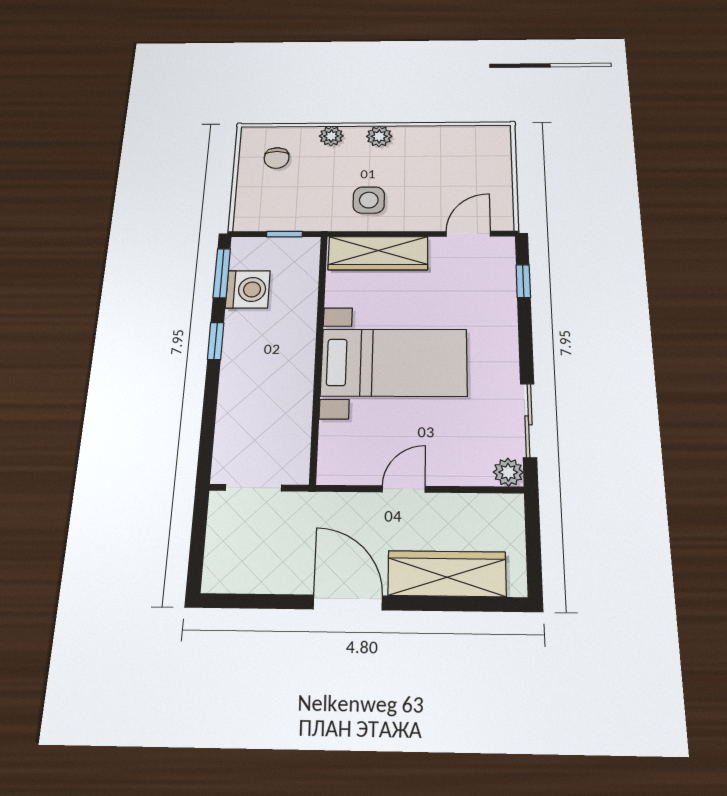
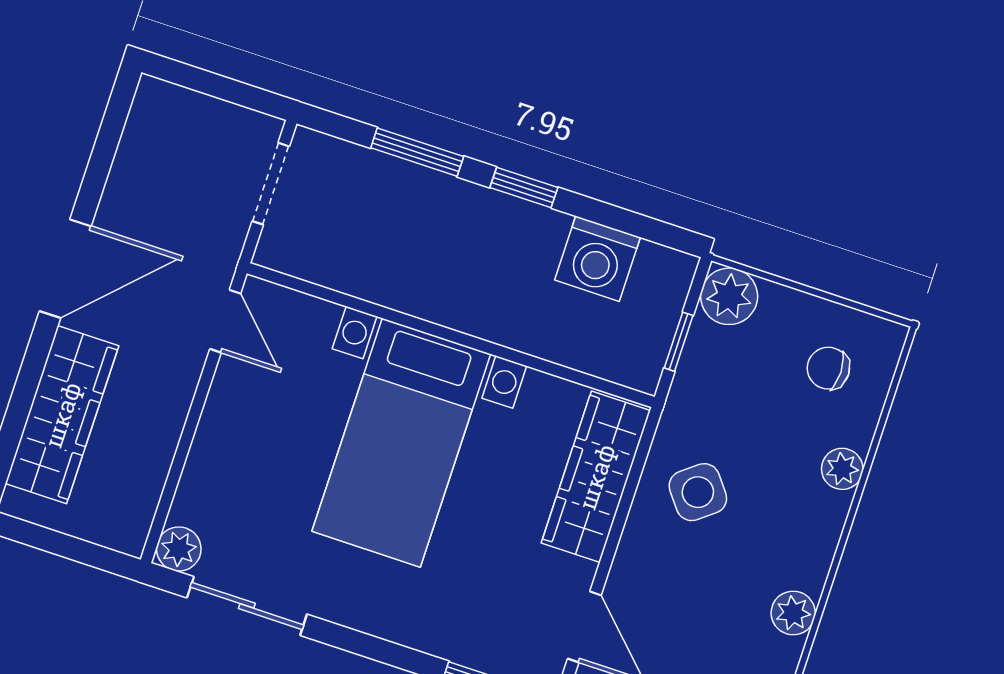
plant: (379, 136) -> (793, 613), moved
side table: (369, 200) -> (698, 492), turned -38
plant: (250, 217) -> (729, 296), added
window: (222, 273) -> (417, 152), moved
door: (404, 489) -> (225, 321), moved

